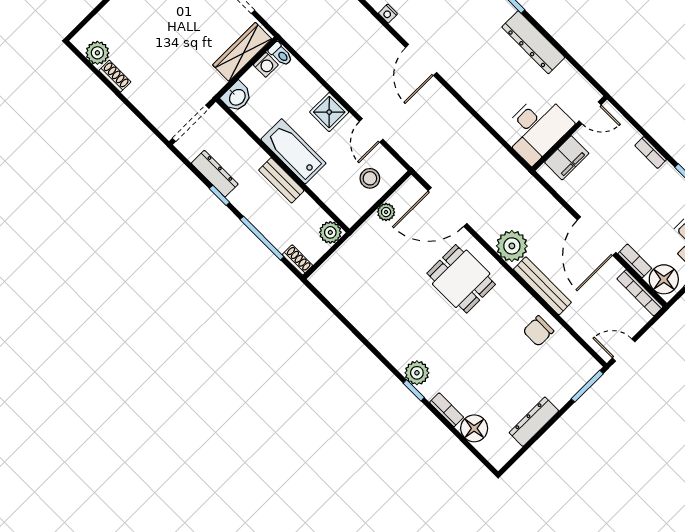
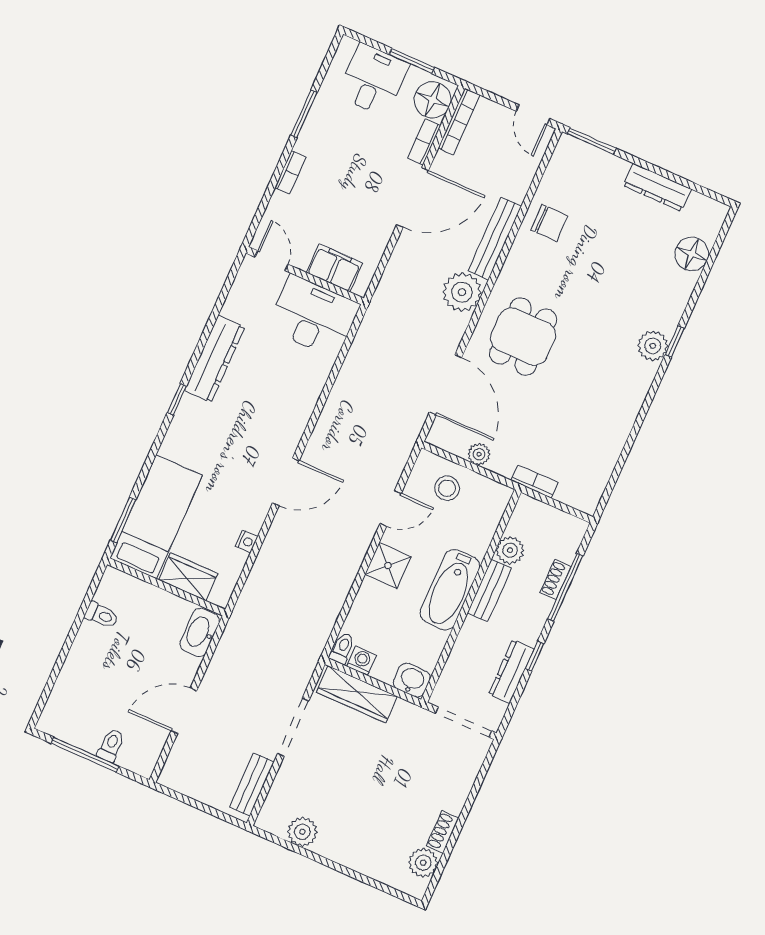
plant: (330, 232) -> (510, 550), moved
shoe rack: (297, 260) -> (555, 580), moved
bookcase: (447, 410) -> (535, 481), moved, turned 90

